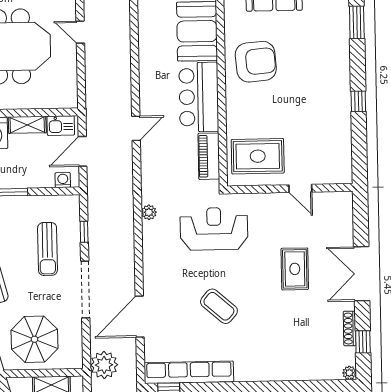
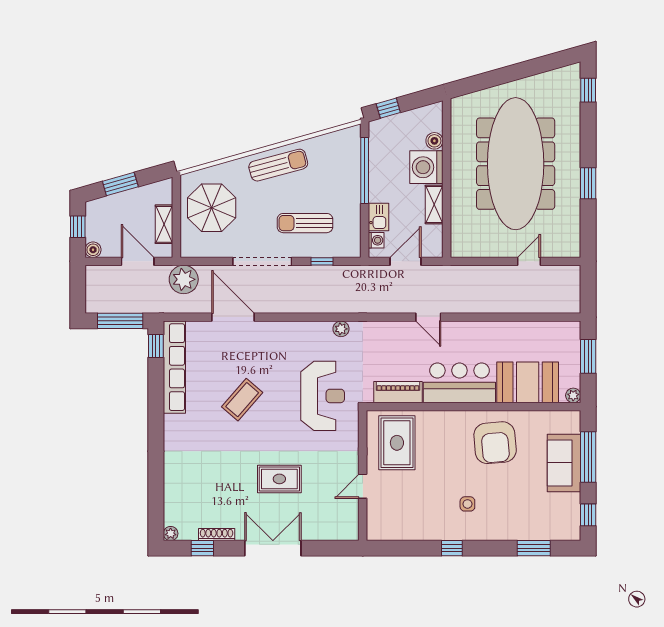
side table: (315, 87) -> (467, 504), added
kitchen sink: (61, 126) -> (378, 217), moved, turned 180
door: (83, 151) -> (405, 261), hinge flipped

